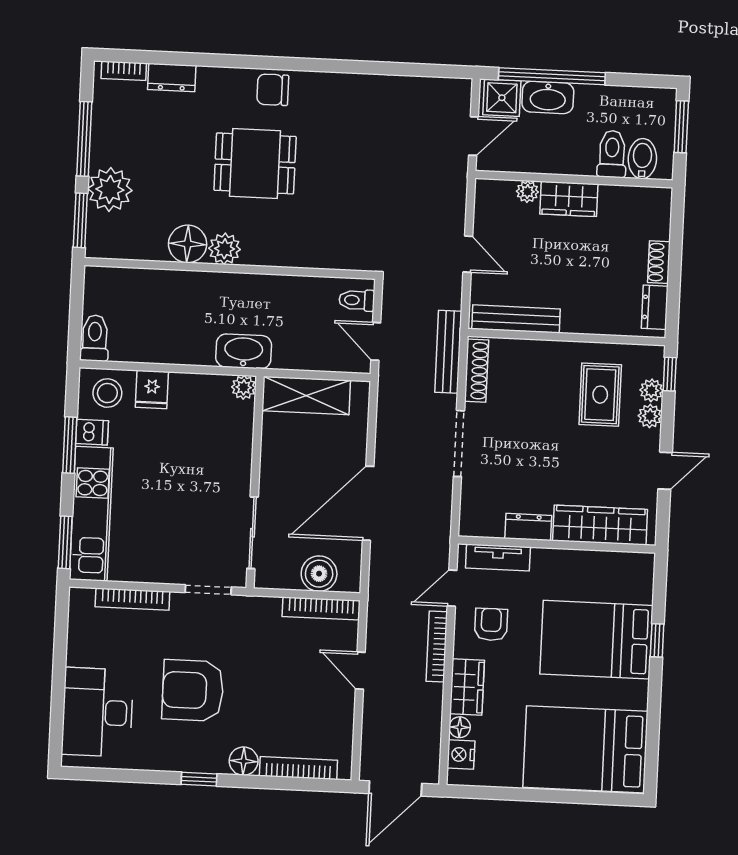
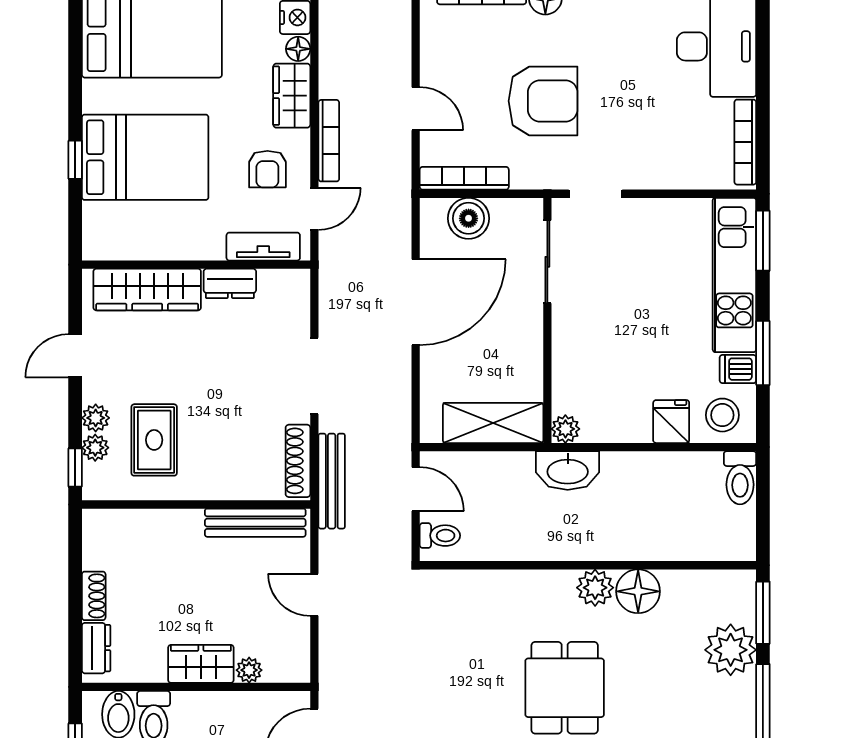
dining table: (255, 163) -> (565, 688), turned 90
dresser: (655, 307) -> (96, 648), moved
bookcase: (132, 599) -> (745, 142), moved, turned -90
armchair: (193, 690) -> (543, 101), moved

